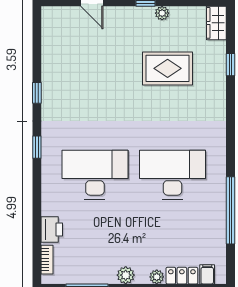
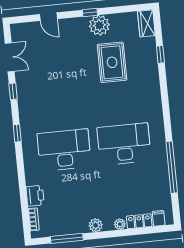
plant: (162, 13) -> (99, 25), width x1.87, depth x1.87
double door: (37, 49) -> (10, 57), added
rug: (168, 68) -> (112, 62), turned 90

